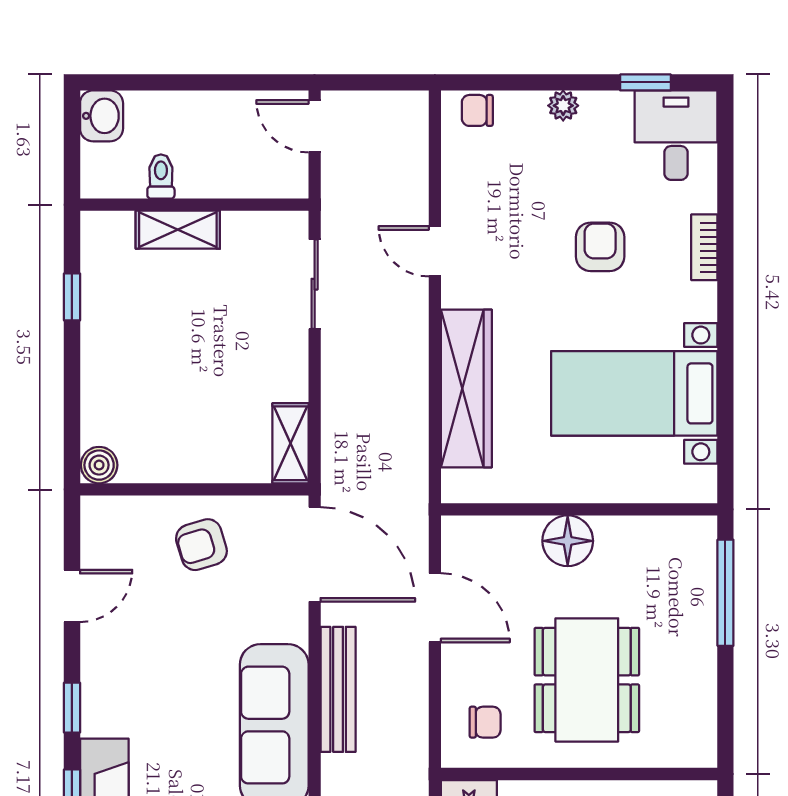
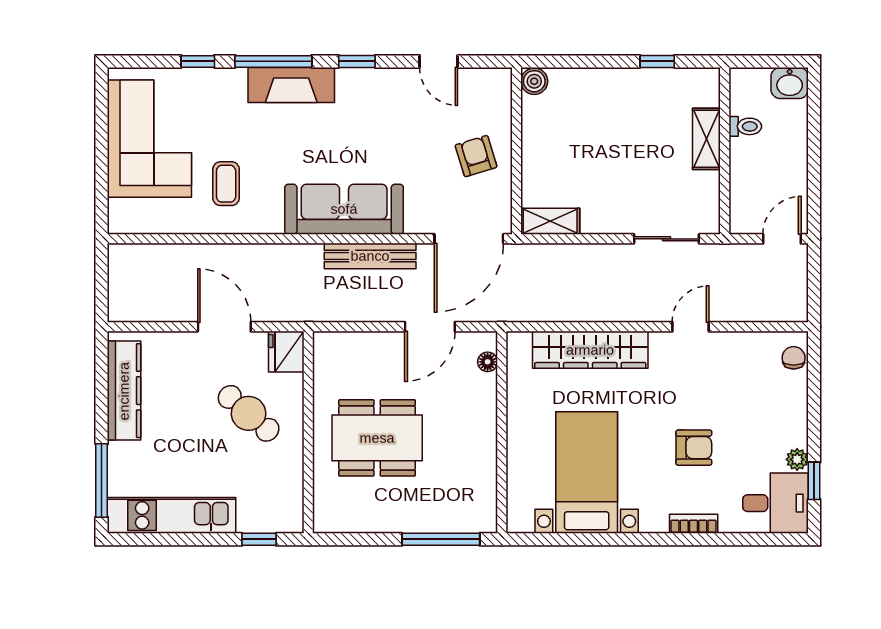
plant: (563, 106) -> (797, 459), moved
floor lamp: (568, 541) -> (488, 362), moved, width x0.53, depth x0.53
chair: (485, 722) -> (346, 364), removed

